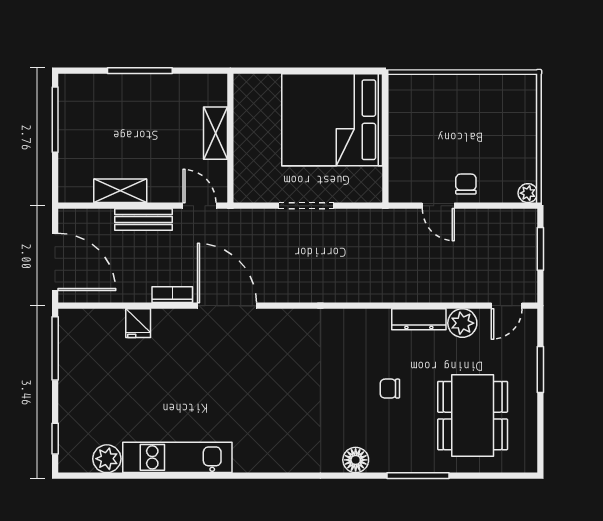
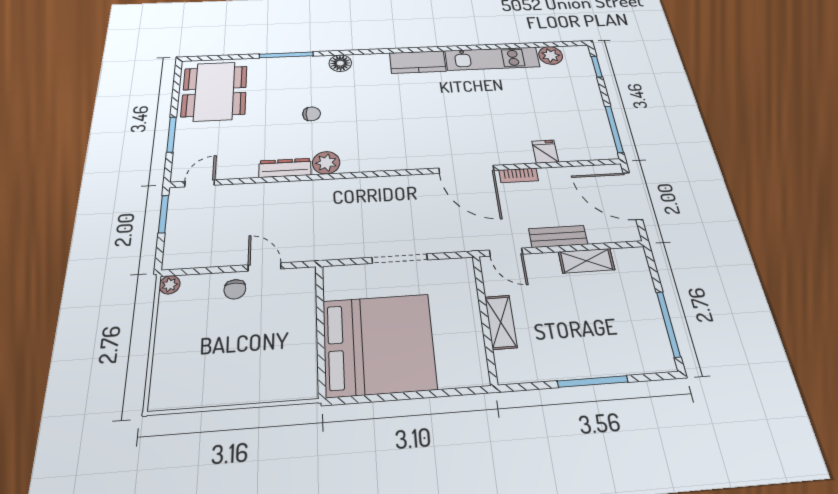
window: (540, 249) -> (163, 214), moved
plant: (462, 323) -> (326, 163), moved
dining table: (473, 416) -> (214, 91), moved
kitchen counter: (266, 457) -> (418, 62), added

